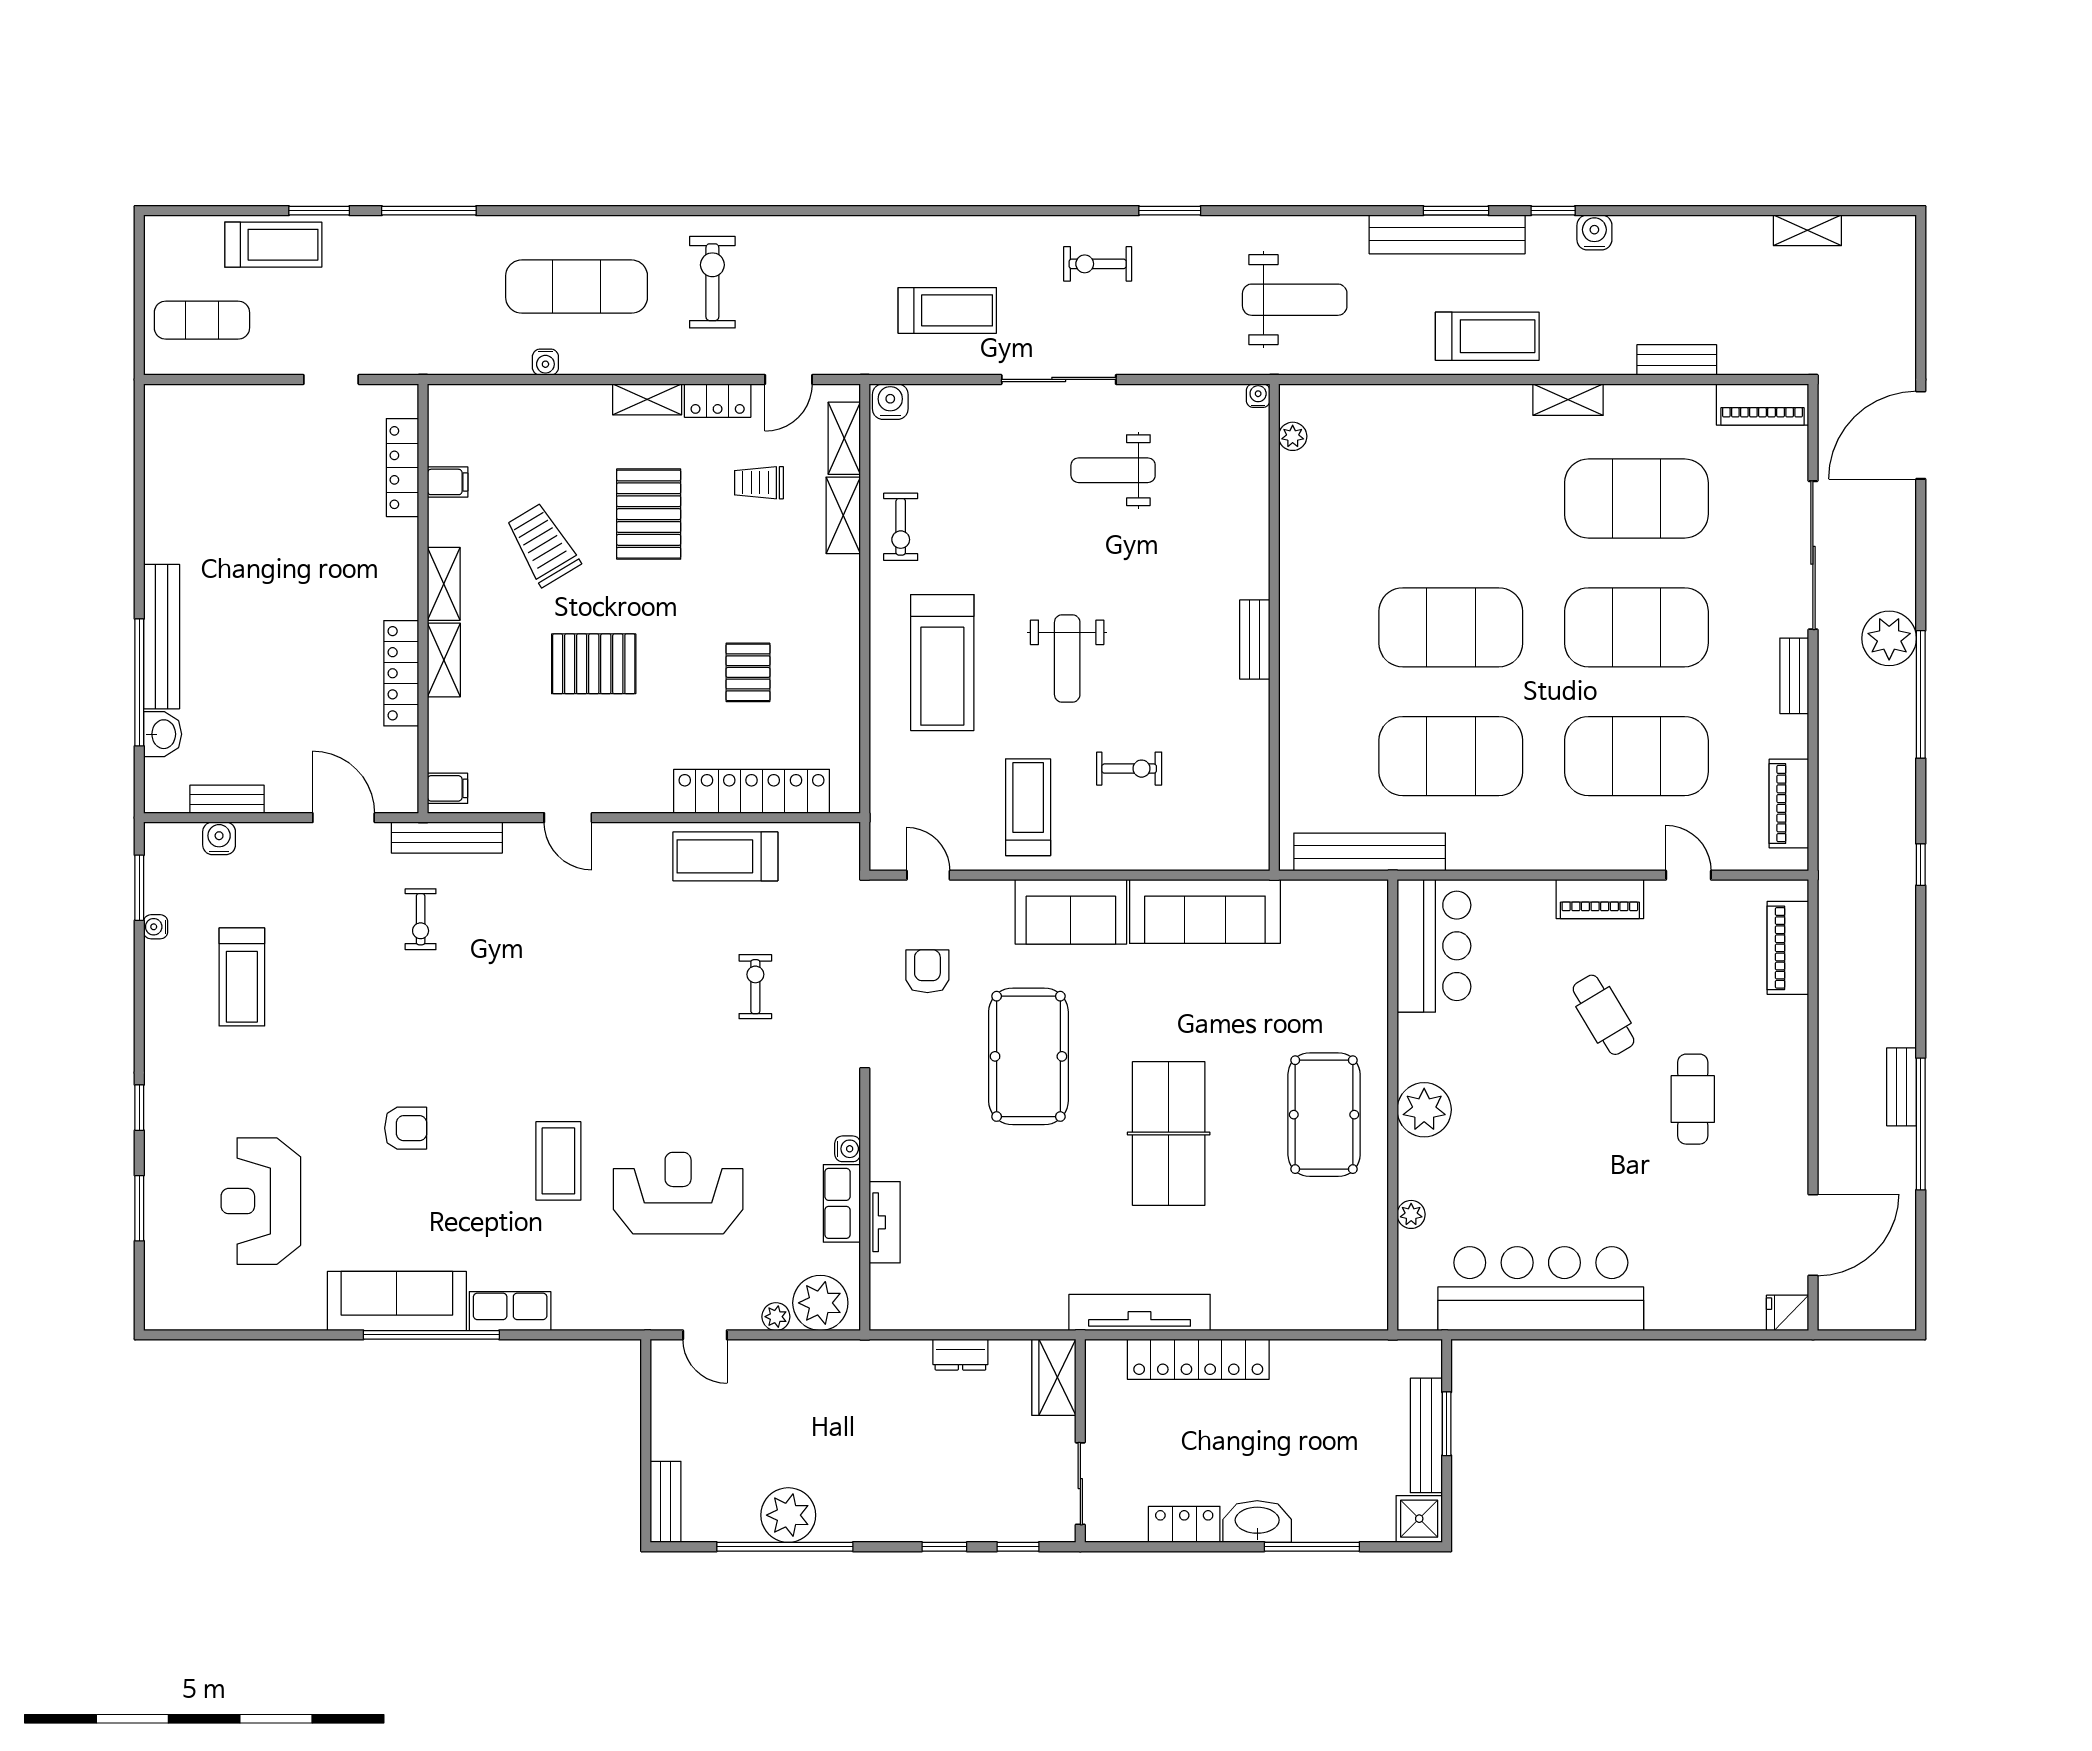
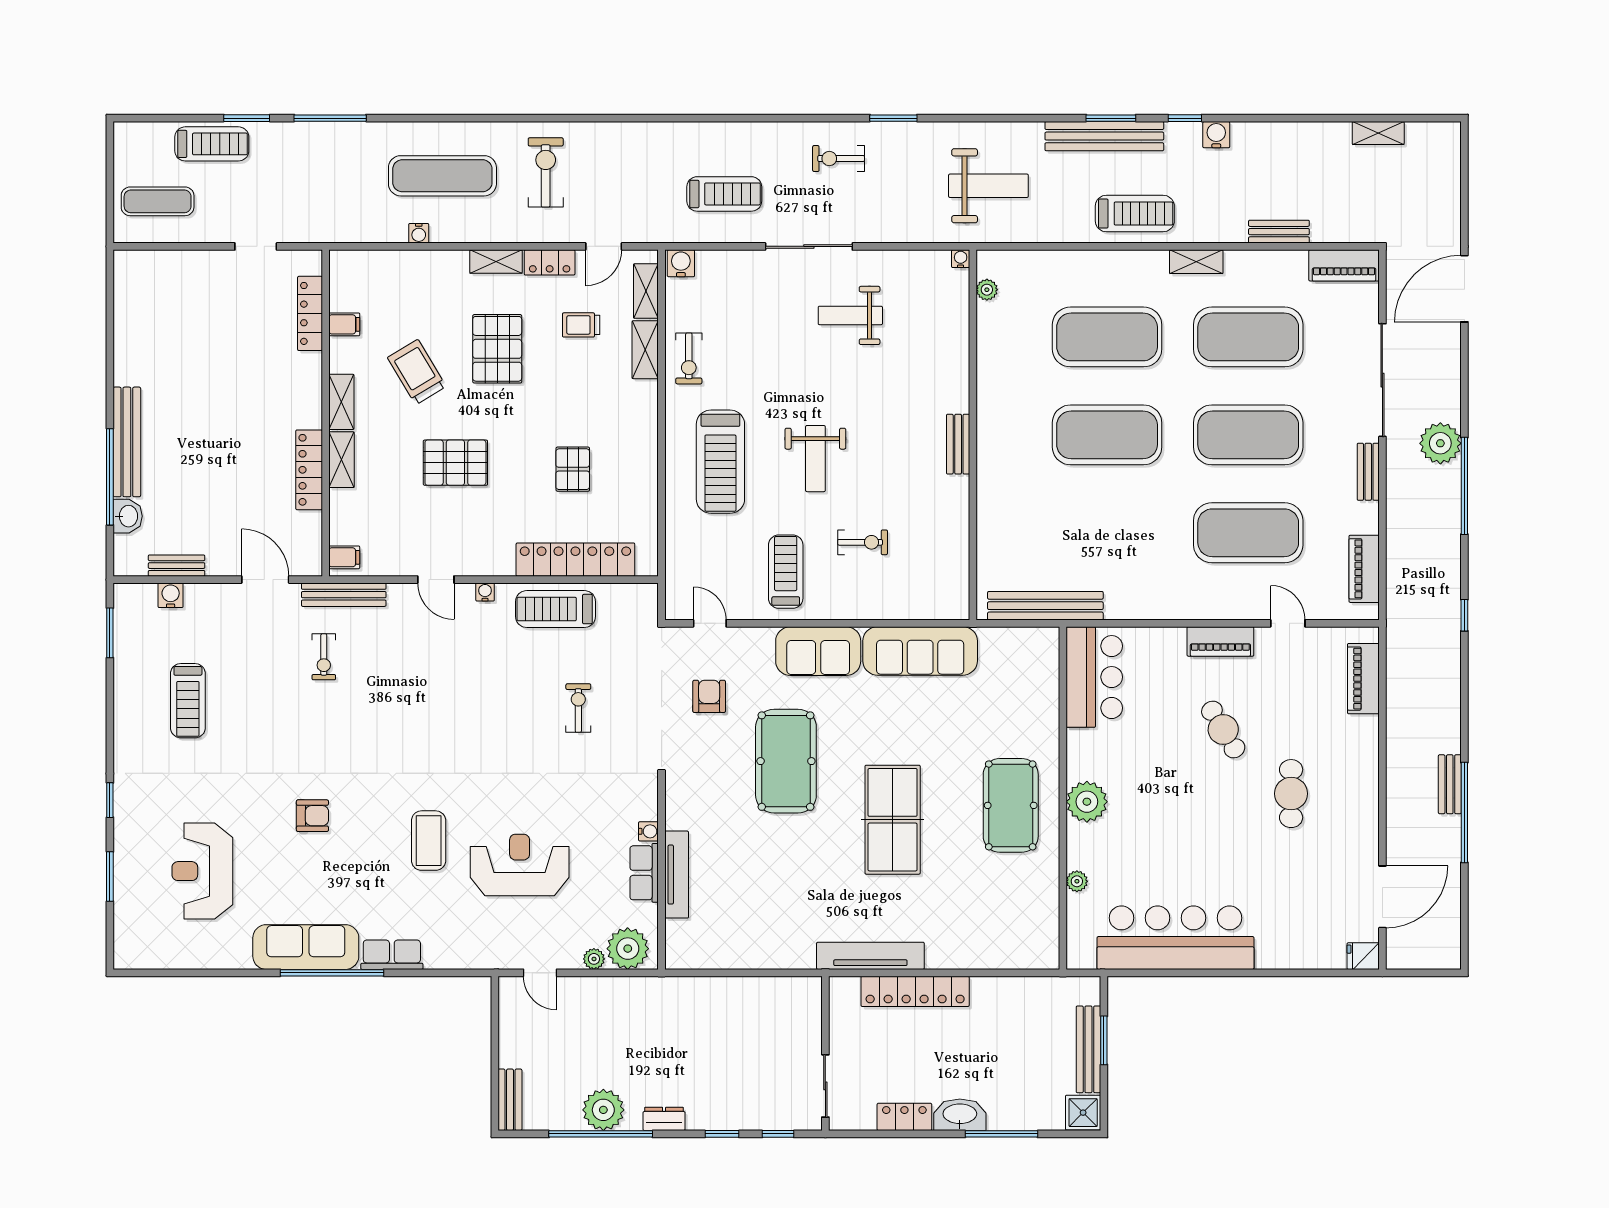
exercise mat: (1451, 756) -> (1107, 337), moved
water cooler: (156, 927) -> (485, 592), moved, turned 90
tv unit: (885, 1222) -> (677, 875), width x1.41
dresser: (960, 1355) -> (664, 1119), moved, turned 180
wardrobe: (1054, 1377) -> (805, 1005), removed

